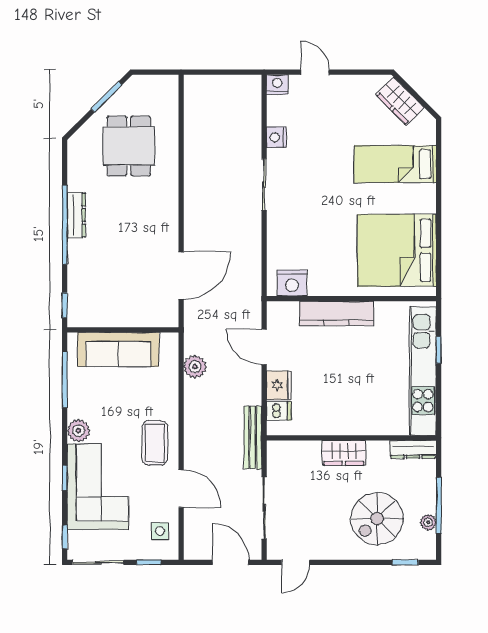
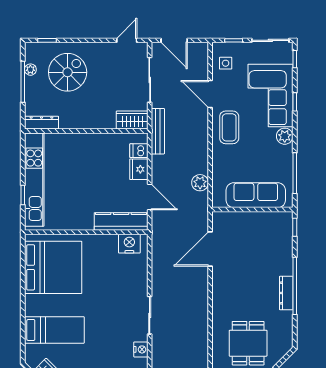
kitchen counter: (336, 313) -> (121, 221), moved
wardrobe: (344, 453) -> (132, 120), moved

